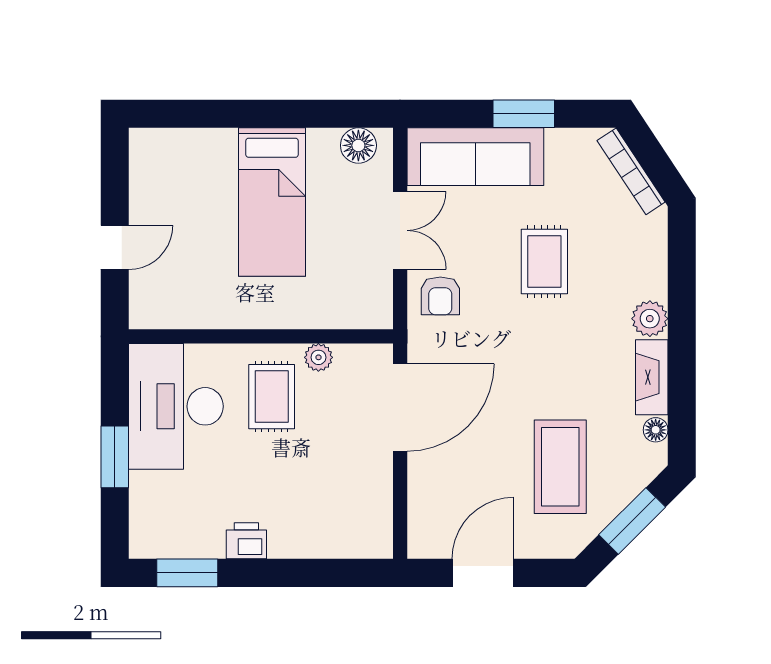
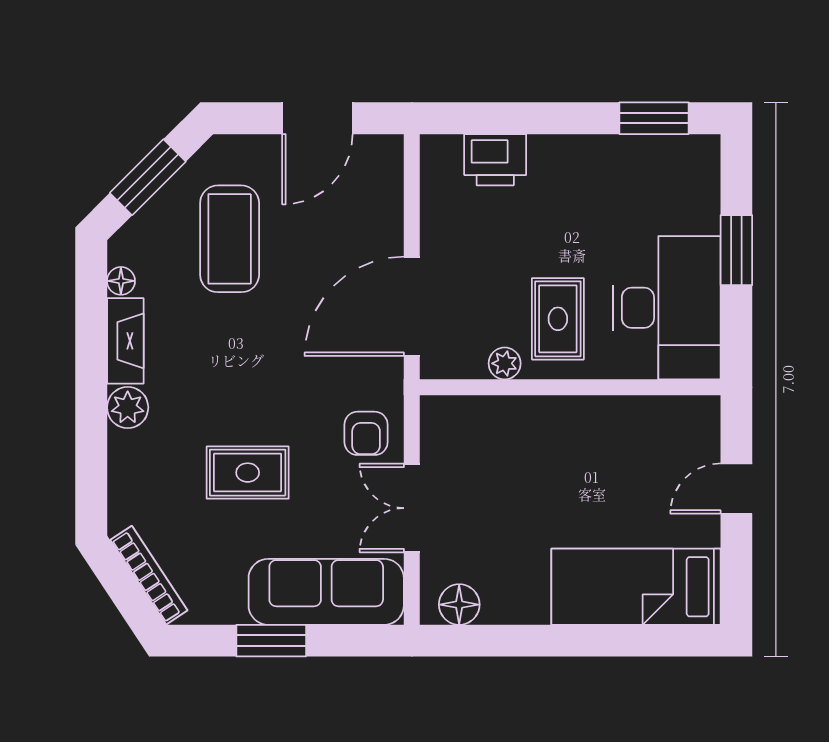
bed: (272, 202) -> (636, 587), moved, turned -90
rug: (544, 261) -> (248, 473), turned 90
armchair: (440, 296) -> (366, 433), turned 180
printer: (246, 541) -> (495, 160), moved, width x1.36, depth x1.24

